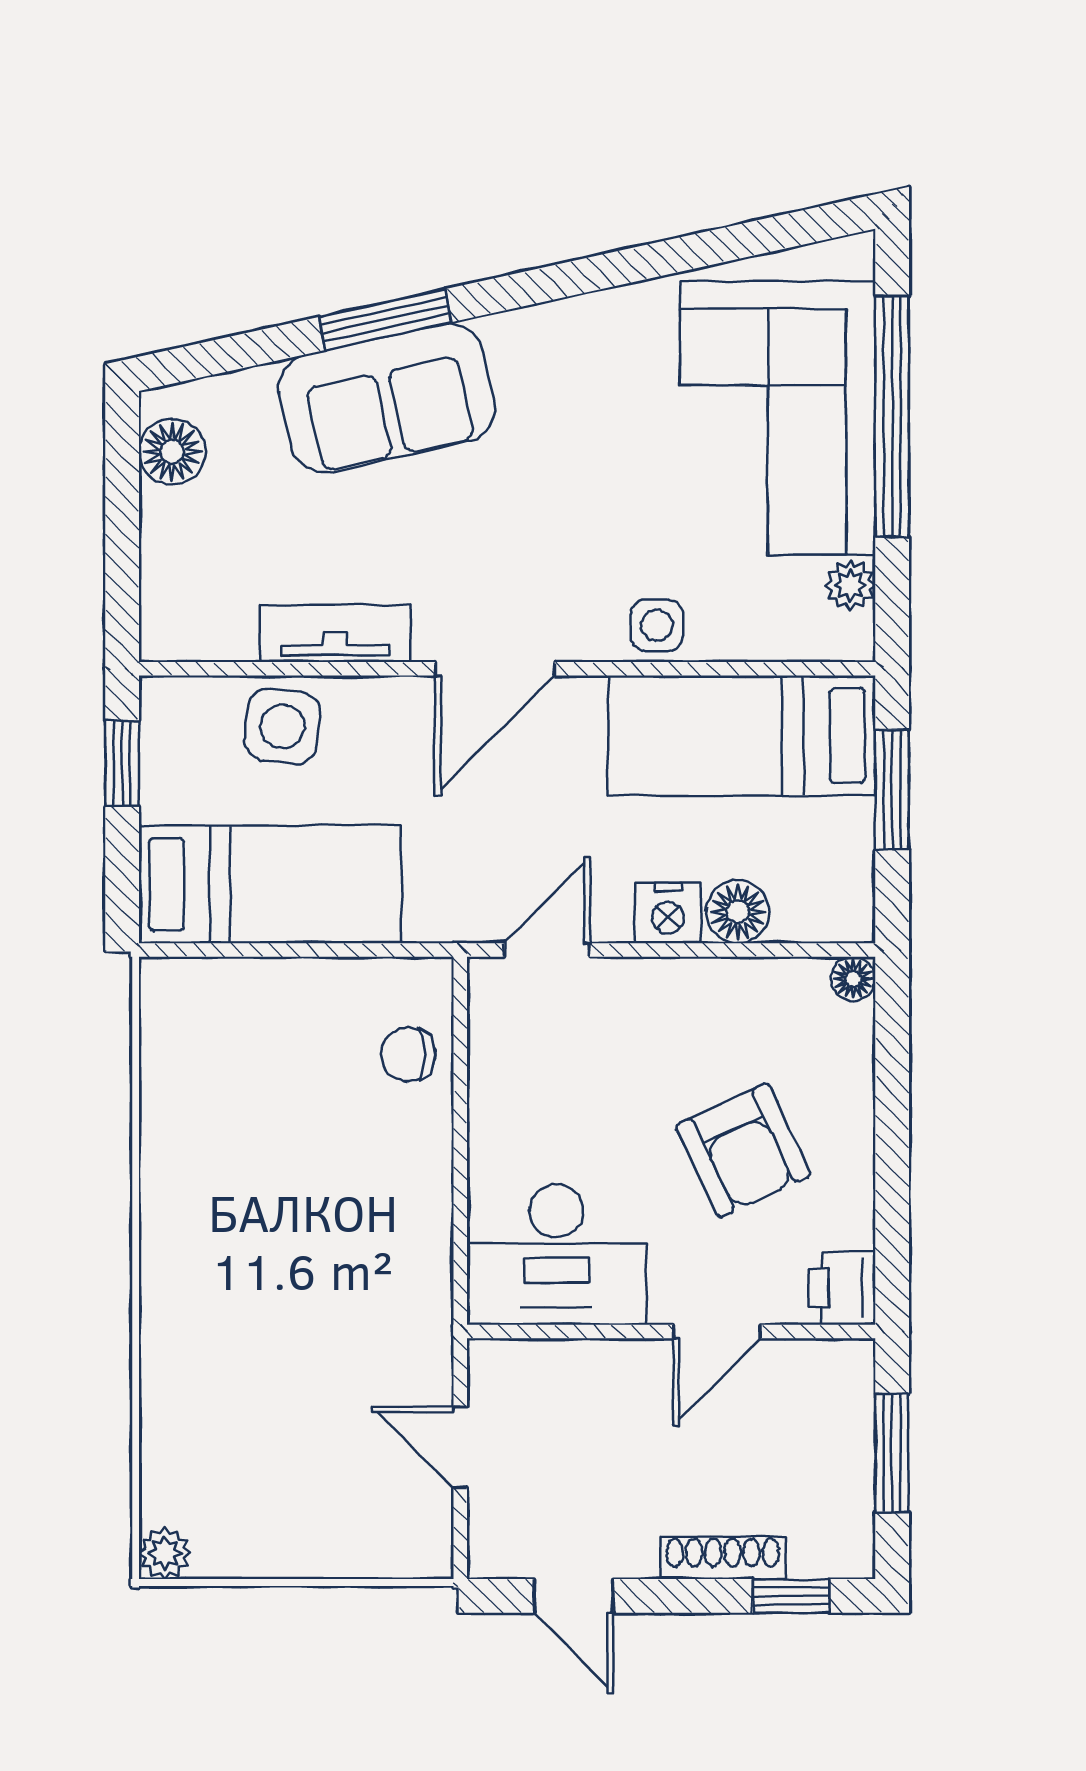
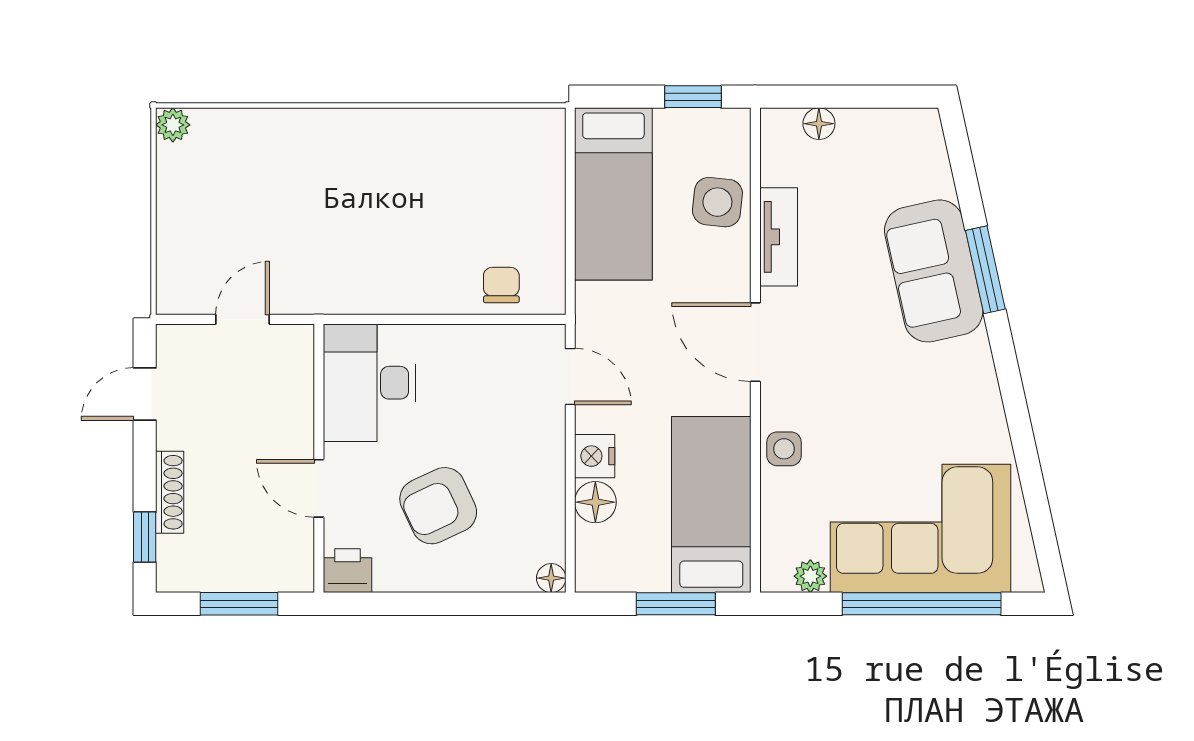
floor lamp: (172, 452) -> (819, 124), moved, width x0.73, depth x0.73

